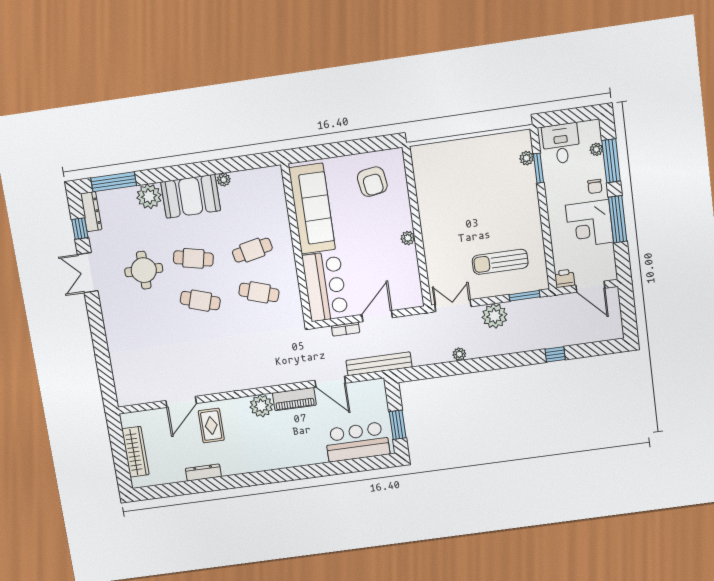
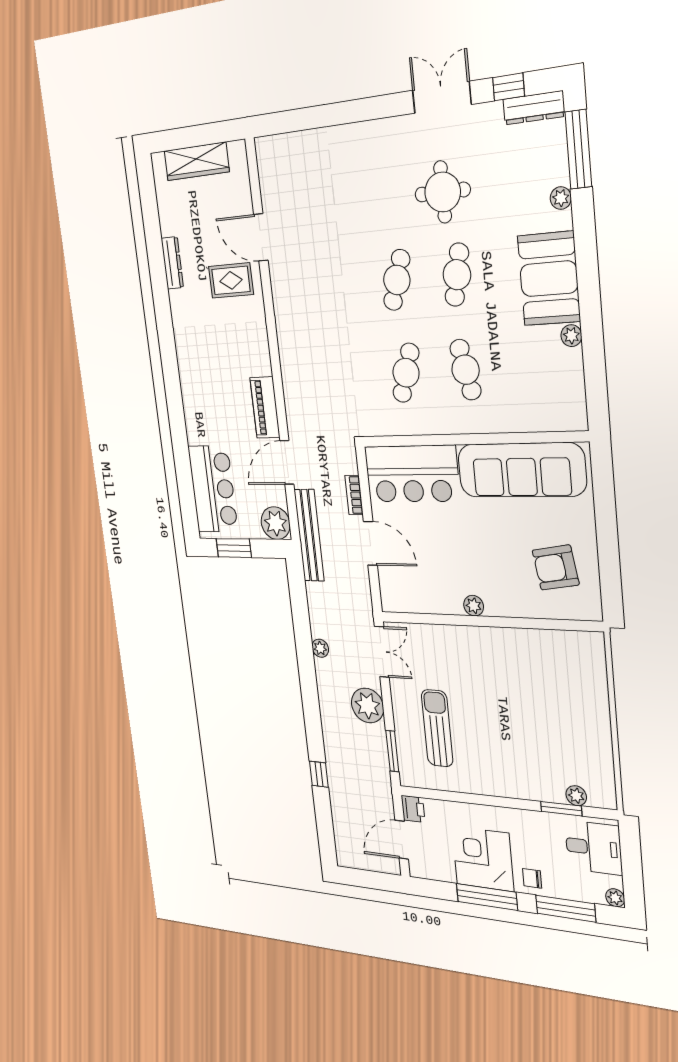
plant: (596, 149) -> (615, 898), moved
plant: (149, 196) -> (561, 198), width x0.53, depth x0.53
plant: (261, 406) -> (276, 523), moved

